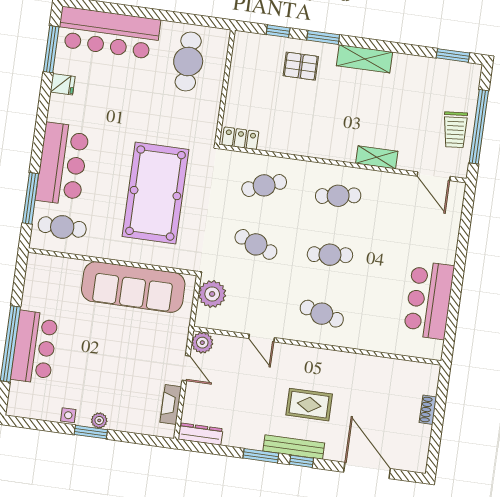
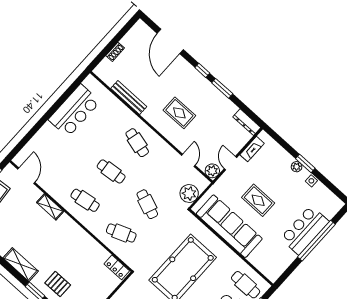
door: (262, 338) -> (188, 160), moved
rug: (119, 345) -> (258, 200), added
rug: (309, 405) -> (179, 113), moved
bench: (294, 447) -> (129, 97), moved

